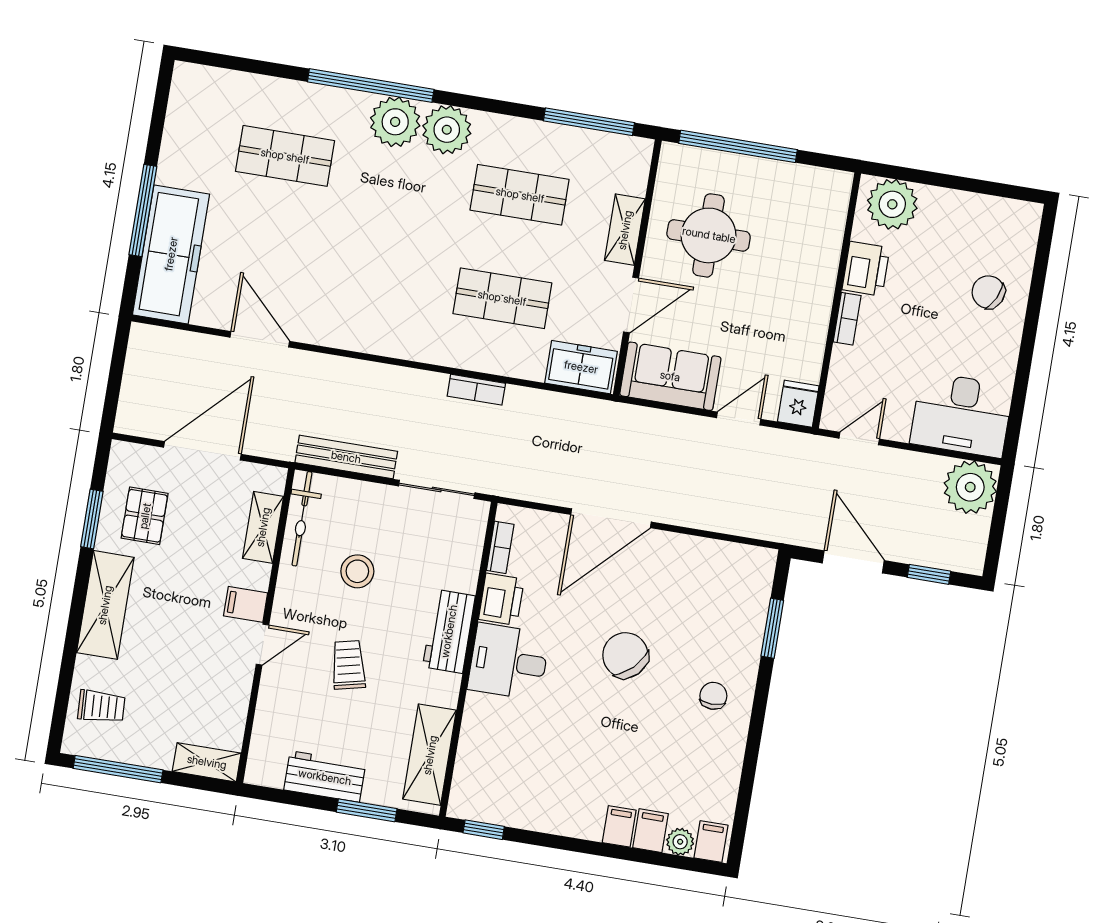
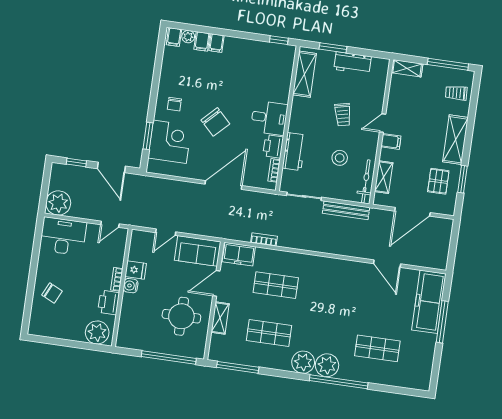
water cooler: (817, 304) -> (131, 286), added
bookcase: (476, 390) -> (264, 239), moved
fridge: (798, 404) -> (136, 270), moved, turned -90
corner desk: (725, 614) -> (170, 142), added
workbench: (449, 631) -> (294, 152), moved

